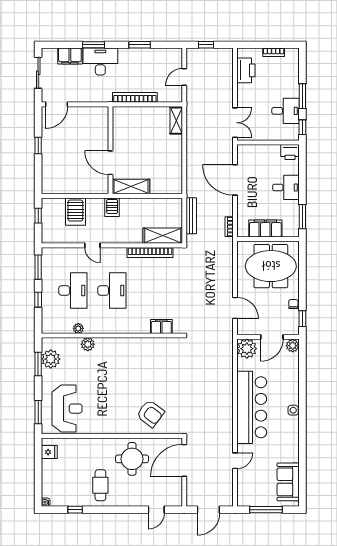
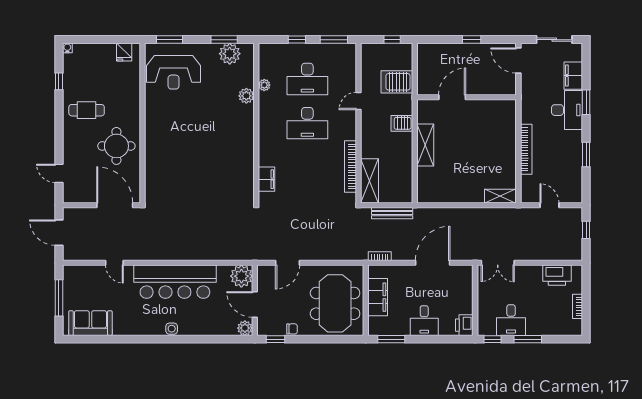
wall: (111, 150) -> (467, 97), moved
door: (111, 163) -> (452, 97), moved
armchair: (150, 414) -> (168, 167), removed

